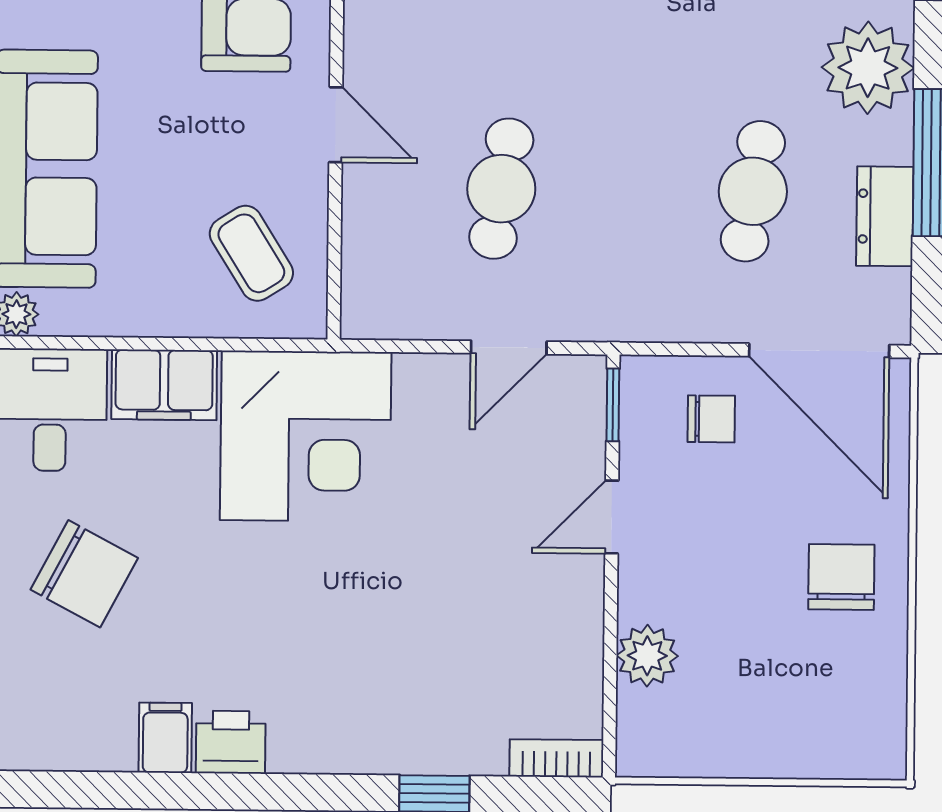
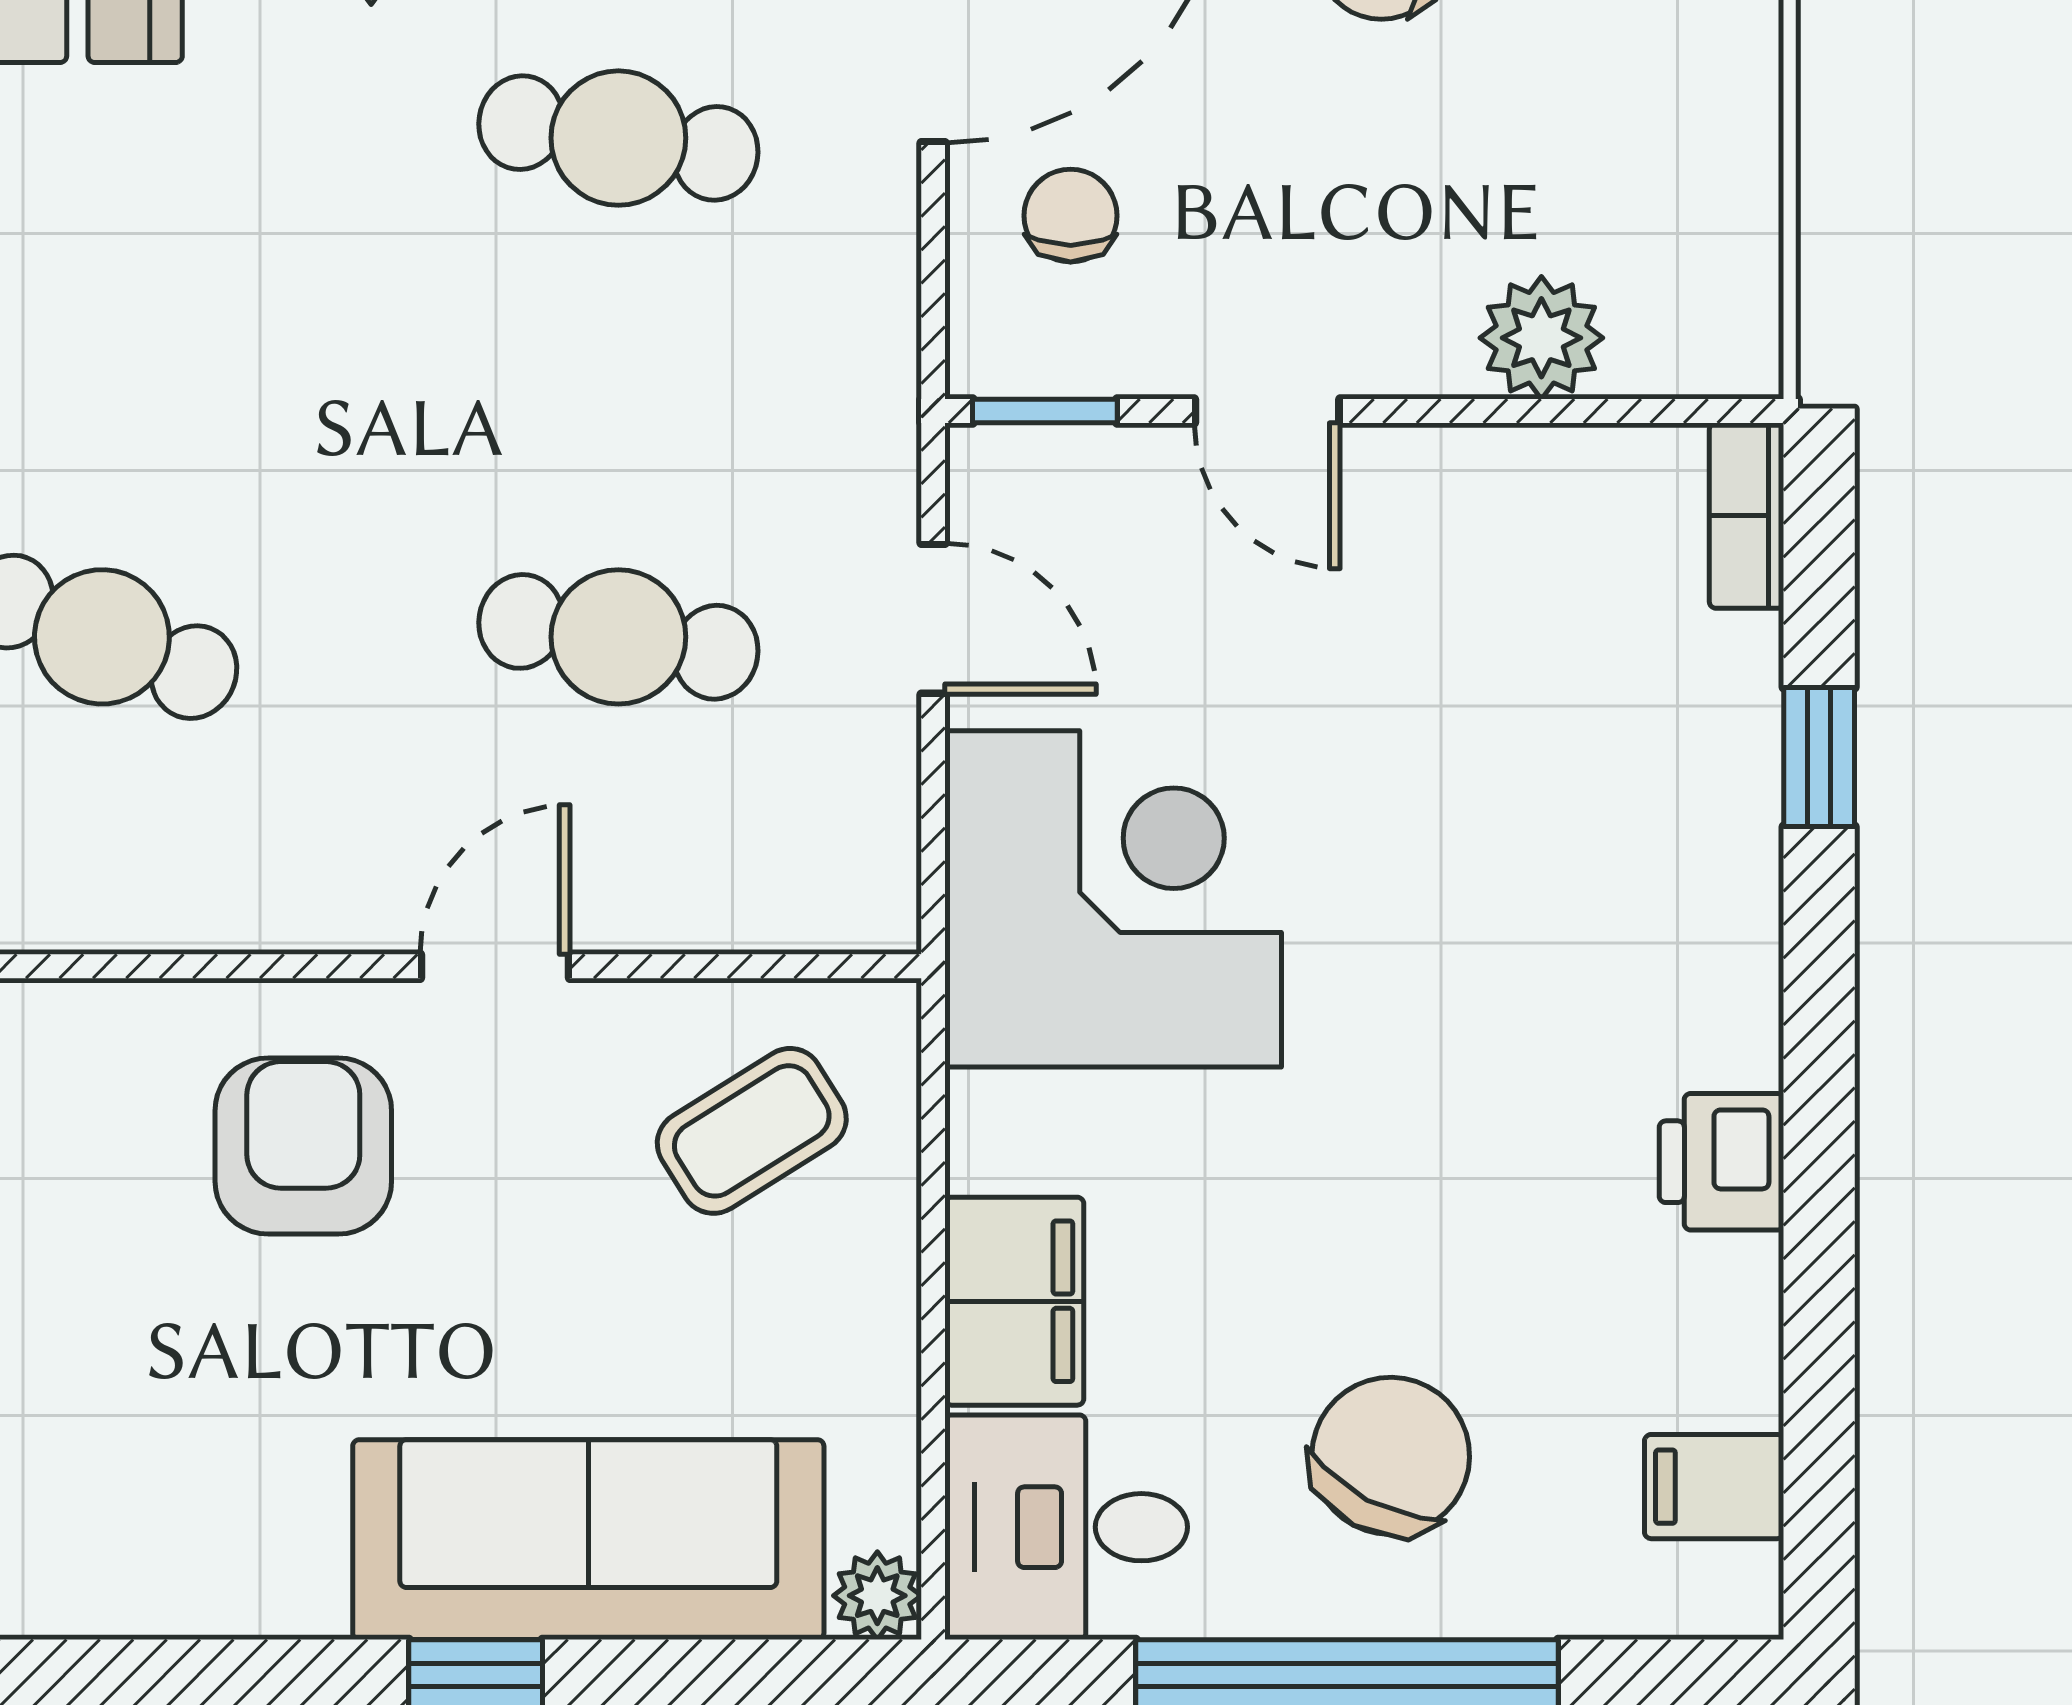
corner desk: (306, 436) -> (1113, 899), moved
filing cabinet: (165, 738) -> (1714, 1487), moved

